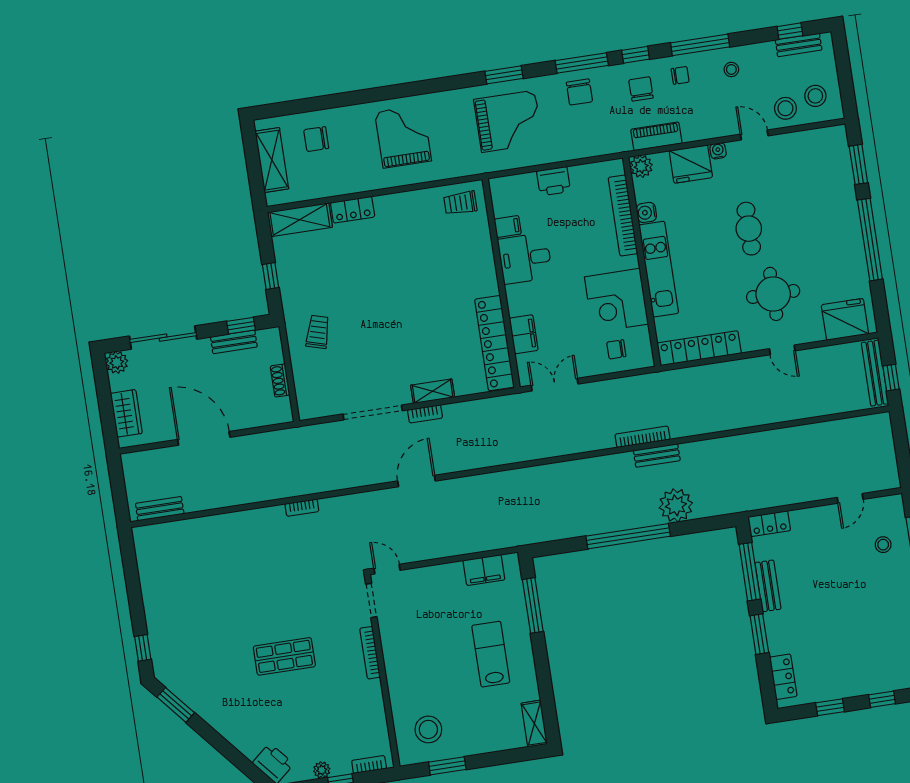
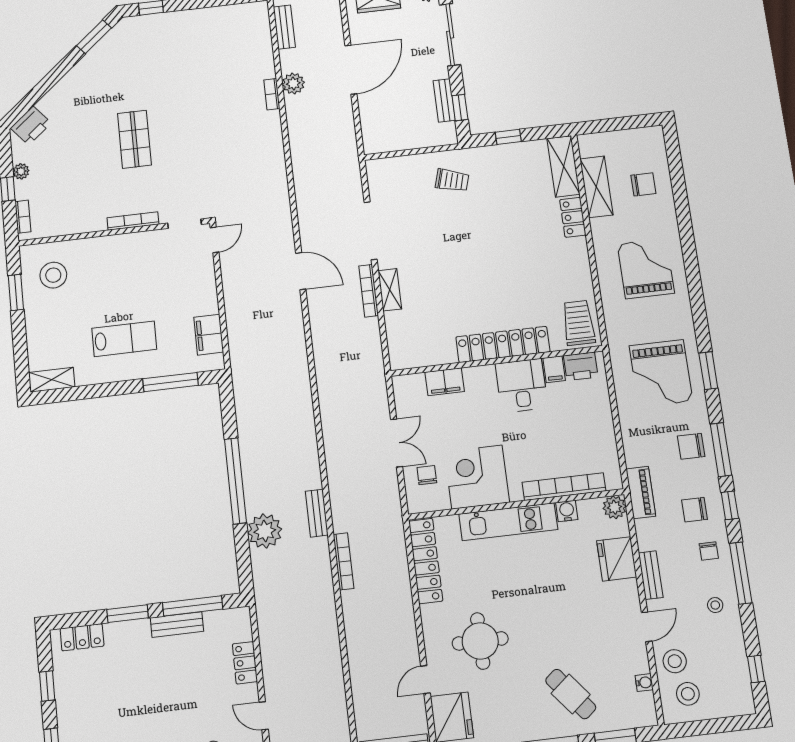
bench: (799, 45) -> (651, 575), moved
chair: (641, 89) -> (694, 510), turned 180
grand piano: (403, 136) -> (646, 269), turned -90
piano: (656, 136) -> (641, 493), moved
chair: (316, 139) -> (643, 184), turned 90
water cooler: (718, 151) -> (644, 683), moved
shelving: (272, 160) -> (596, 187), moved, turned 90
printer: (554, 181) -> (581, 366), moved, turned -90
trolley: (460, 203) -> (579, 323), width x1.36, depth x1.39
cafe table: (749, 229) -> (571, 694), moved, turned 51
locker: (494, 343) -> (503, 344), moved
door: (782, 350) -> (425, 680), moved
shoe rack: (280, 381) -> (405, 143), removed
double door: (555, 385) -> (397, 443), moved
bookcase: (425, 414) -> (369, 291), width x1.56
bookcase: (643, 437) -> (344, 561), moved
plant: (220, 497) -> (293, 83), added
bookcase: (302, 508) -> (272, 94), moved
locker: (769, 524) -> (245, 663), moved

